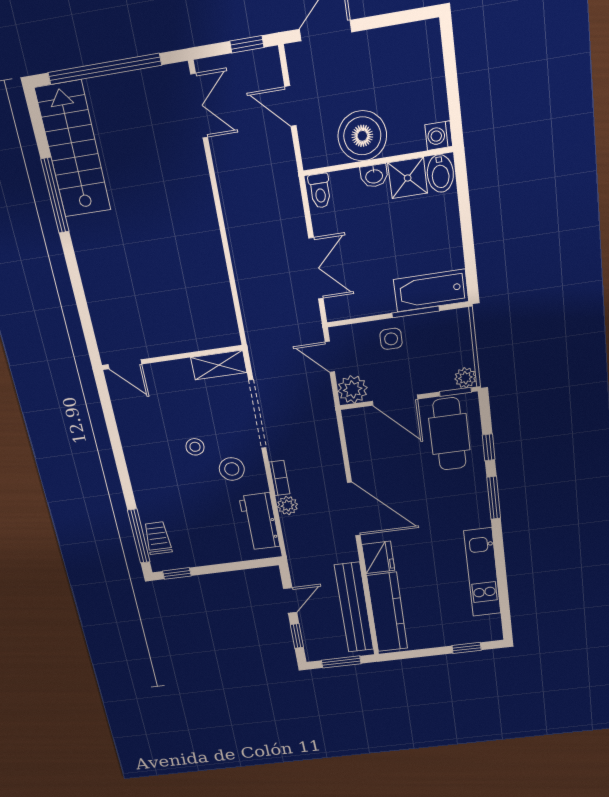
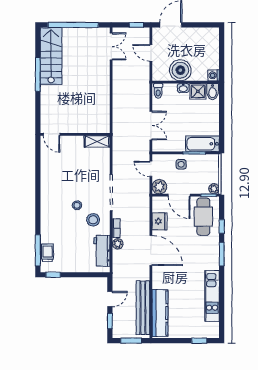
wall: (172, 357) -> (75, 134), moved
door: (125, 364) -> (52, 134), moved
shelving: (219, 365) -> (97, 141), moved
fridge: (378, 557) -> (160, 221), moved

